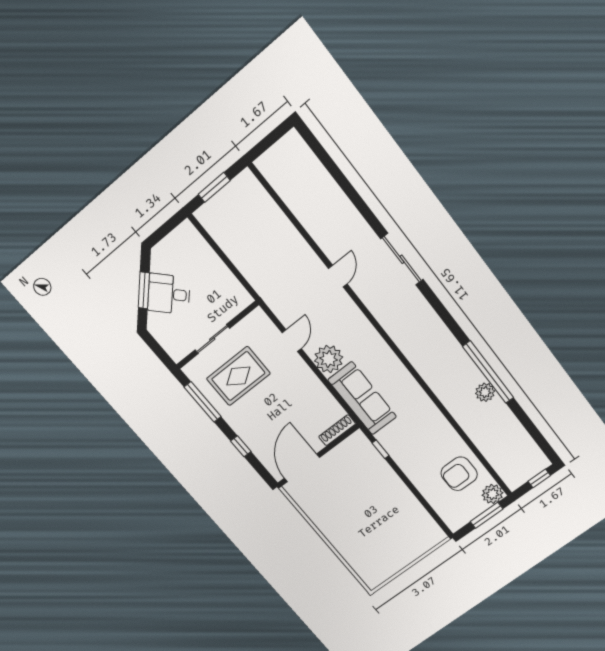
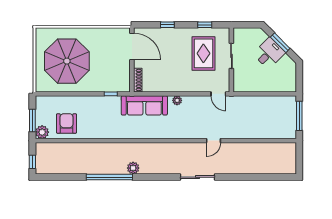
window: (214, 187) -> (299, 116), width x1.44
door: (338, 276) -> (214, 141), hinge flipped
door: (292, 341) -> (218, 94), moved
plant: (329, 359) -> (177, 100), width x0.53, depth x0.53
plant: (485, 392) -> (133, 168), moved
window: (203, 402) -> (205, 25), width x0.46
parasol: (382, 529) -> (67, 61), added

